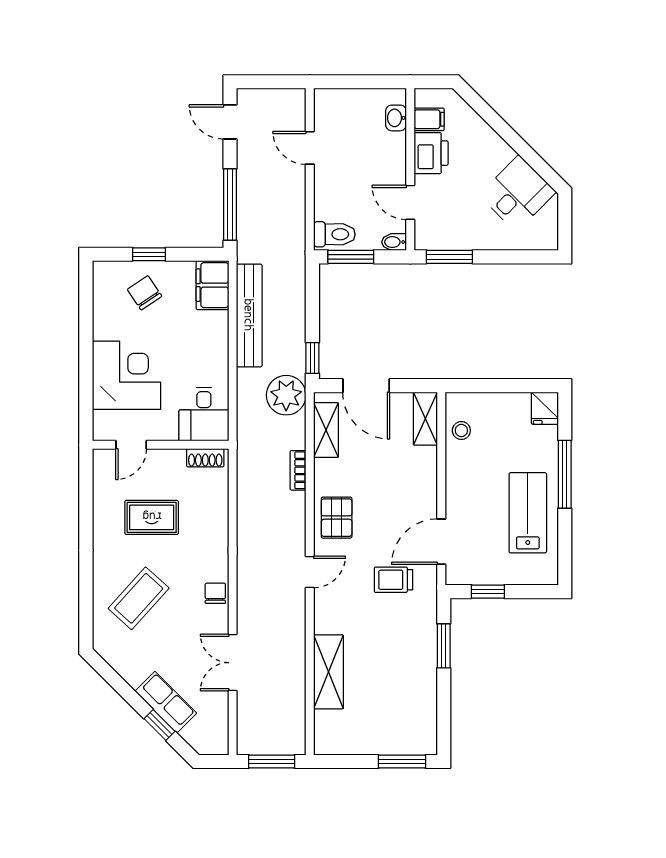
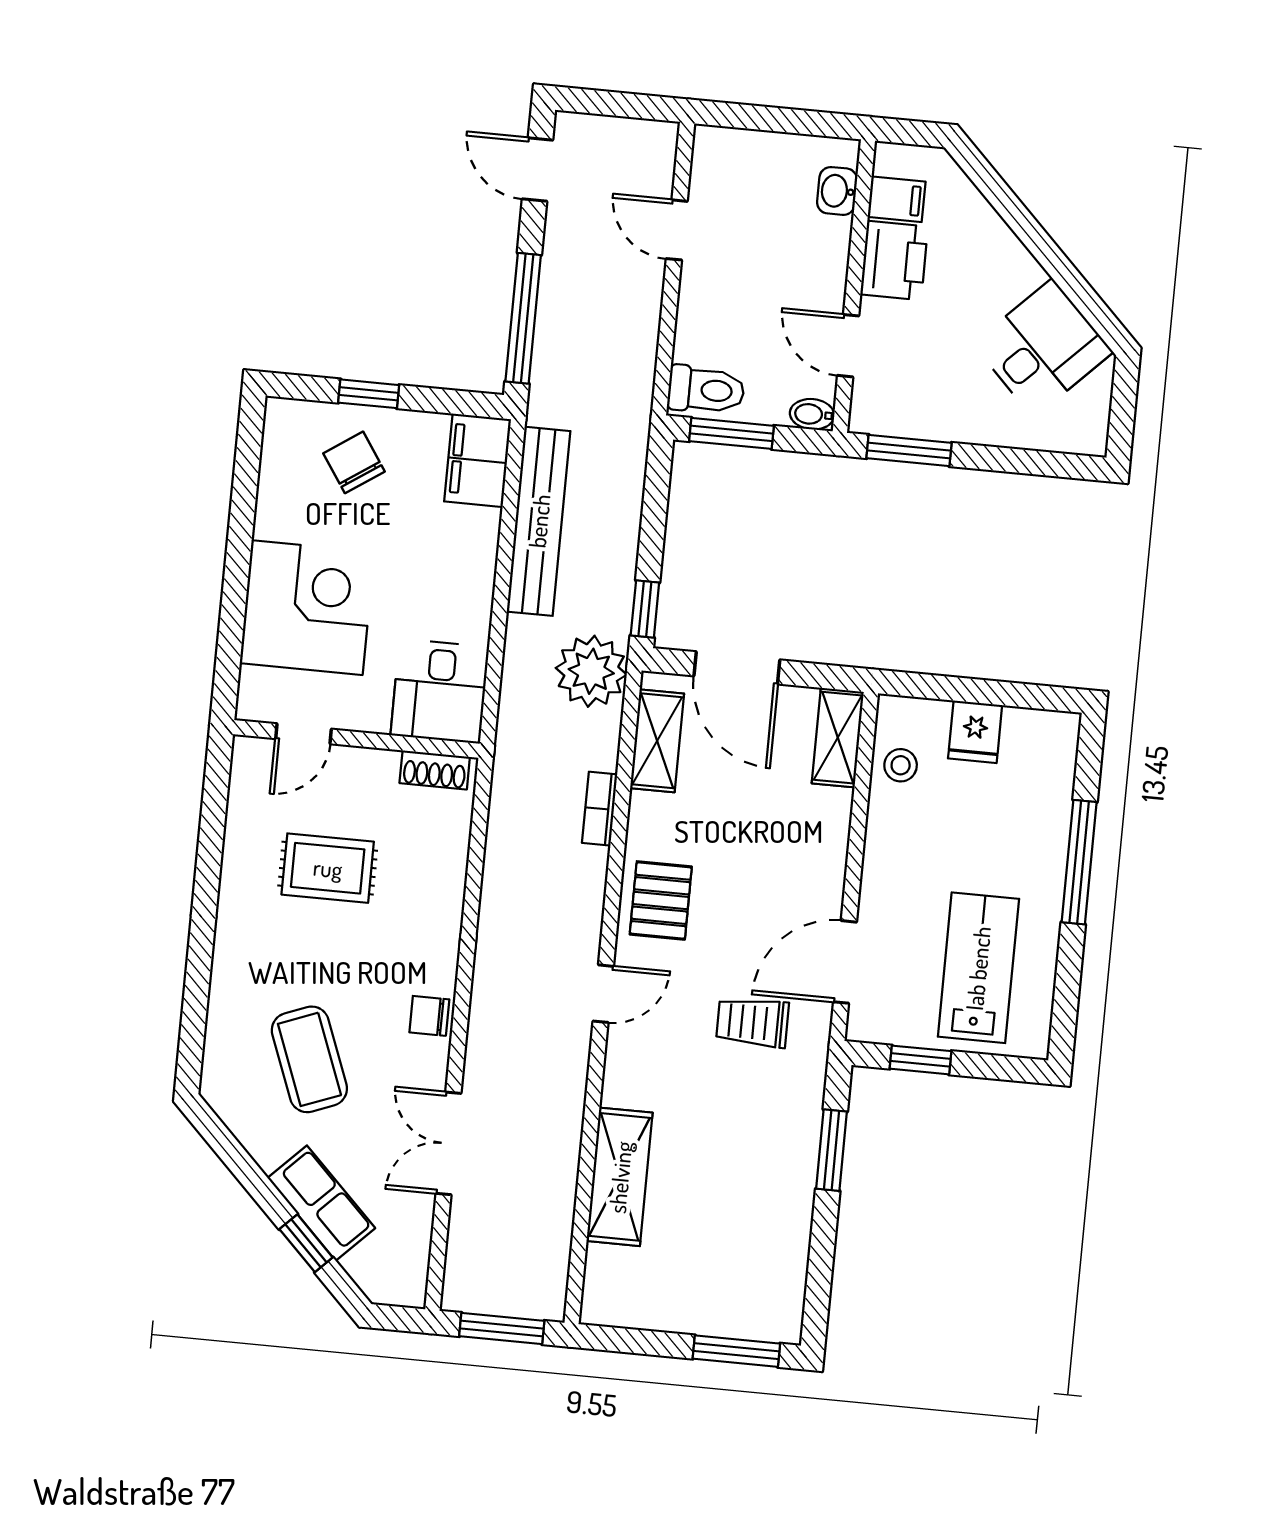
fridge: (545, 408) -> (975, 732), moved
lab bench: (528, 513) -> (978, 968), moved
chair: (215, 593) -> (429, 1016), turned -90
coffee table: (139, 598) -> (309, 1059), moved, turned -63

